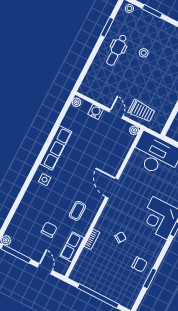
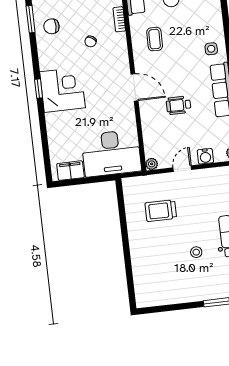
trolley: (142, 111) -> (161, 211), moved
door: (116, 114) -> (182, 169), swing flipped
wheelchair: (91, 157) -> (179, 105), added

